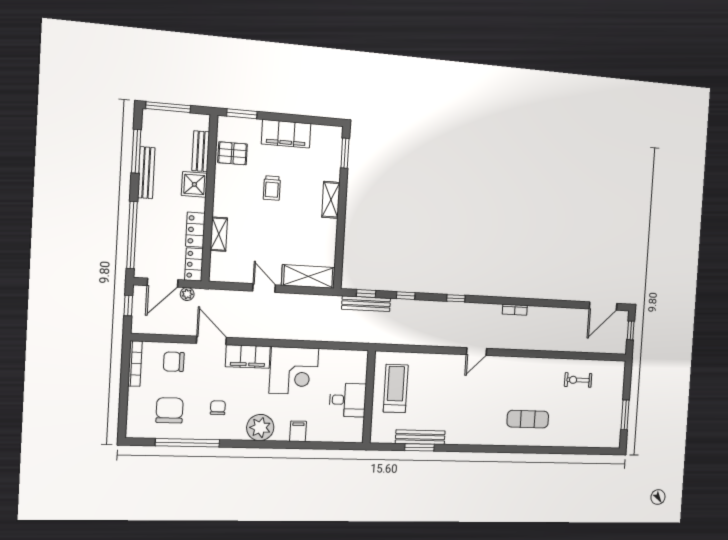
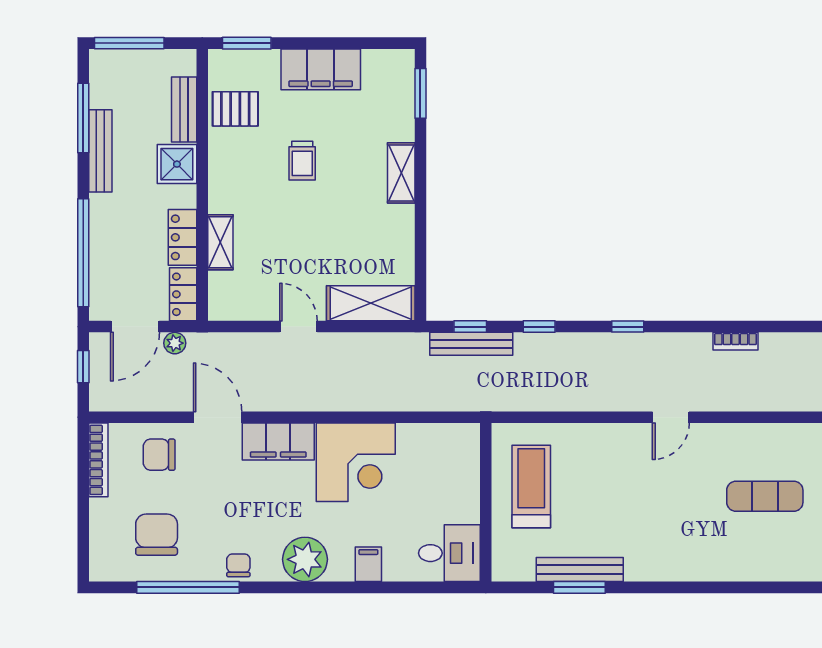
desk: (348, 400) -> (449, 553), moved
chair: (218, 408) -> (238, 565), moved
exercise mat: (528, 419) -> (765, 496), moved

